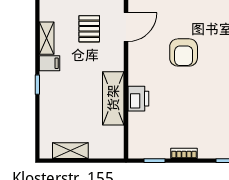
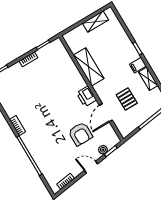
armchair: (184, 52) -> (80, 134), moved, turned 180
printer: (138, 99) -> (86, 96), moved

